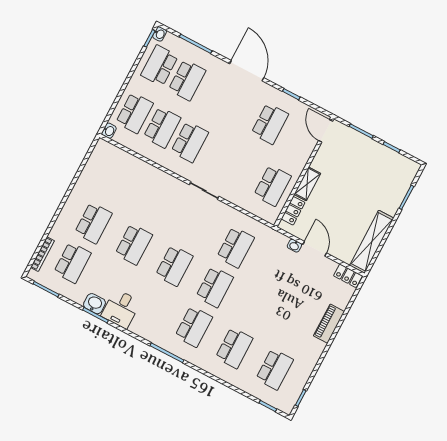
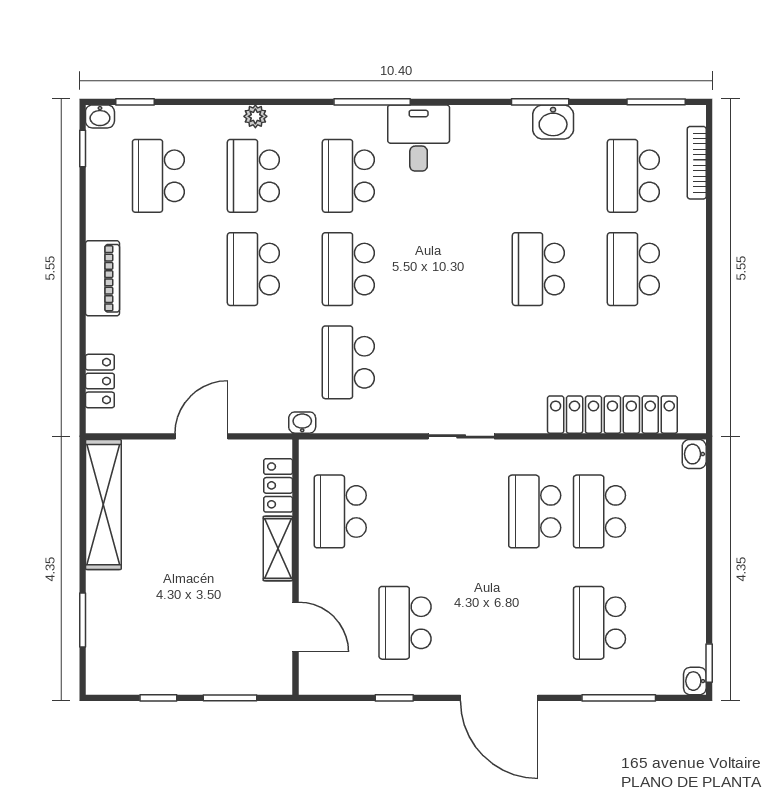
school desk: (159, 66) -> (664, 623), removed
school desk: (135, 113) -> (664, 511), removed
door: (326, 131) -> (295, 627), moved
locker: (135, 166) -> (612, 415), added
washbasin: (294, 246) -> (302, 423), moved
door: (315, 249) -> (201, 436), swing flipped
school desk: (174, 266) -> (253, 269), moved
locker: (348, 276) -> (100, 381), moved, turned 90
desk: (121, 309) -> (419, 138), moved
piano: (329, 324) -> (102, 278), moved
plant: (220, 373) -> (255, 116), added
washbasin: (286, 408) -> (100, 116), added

